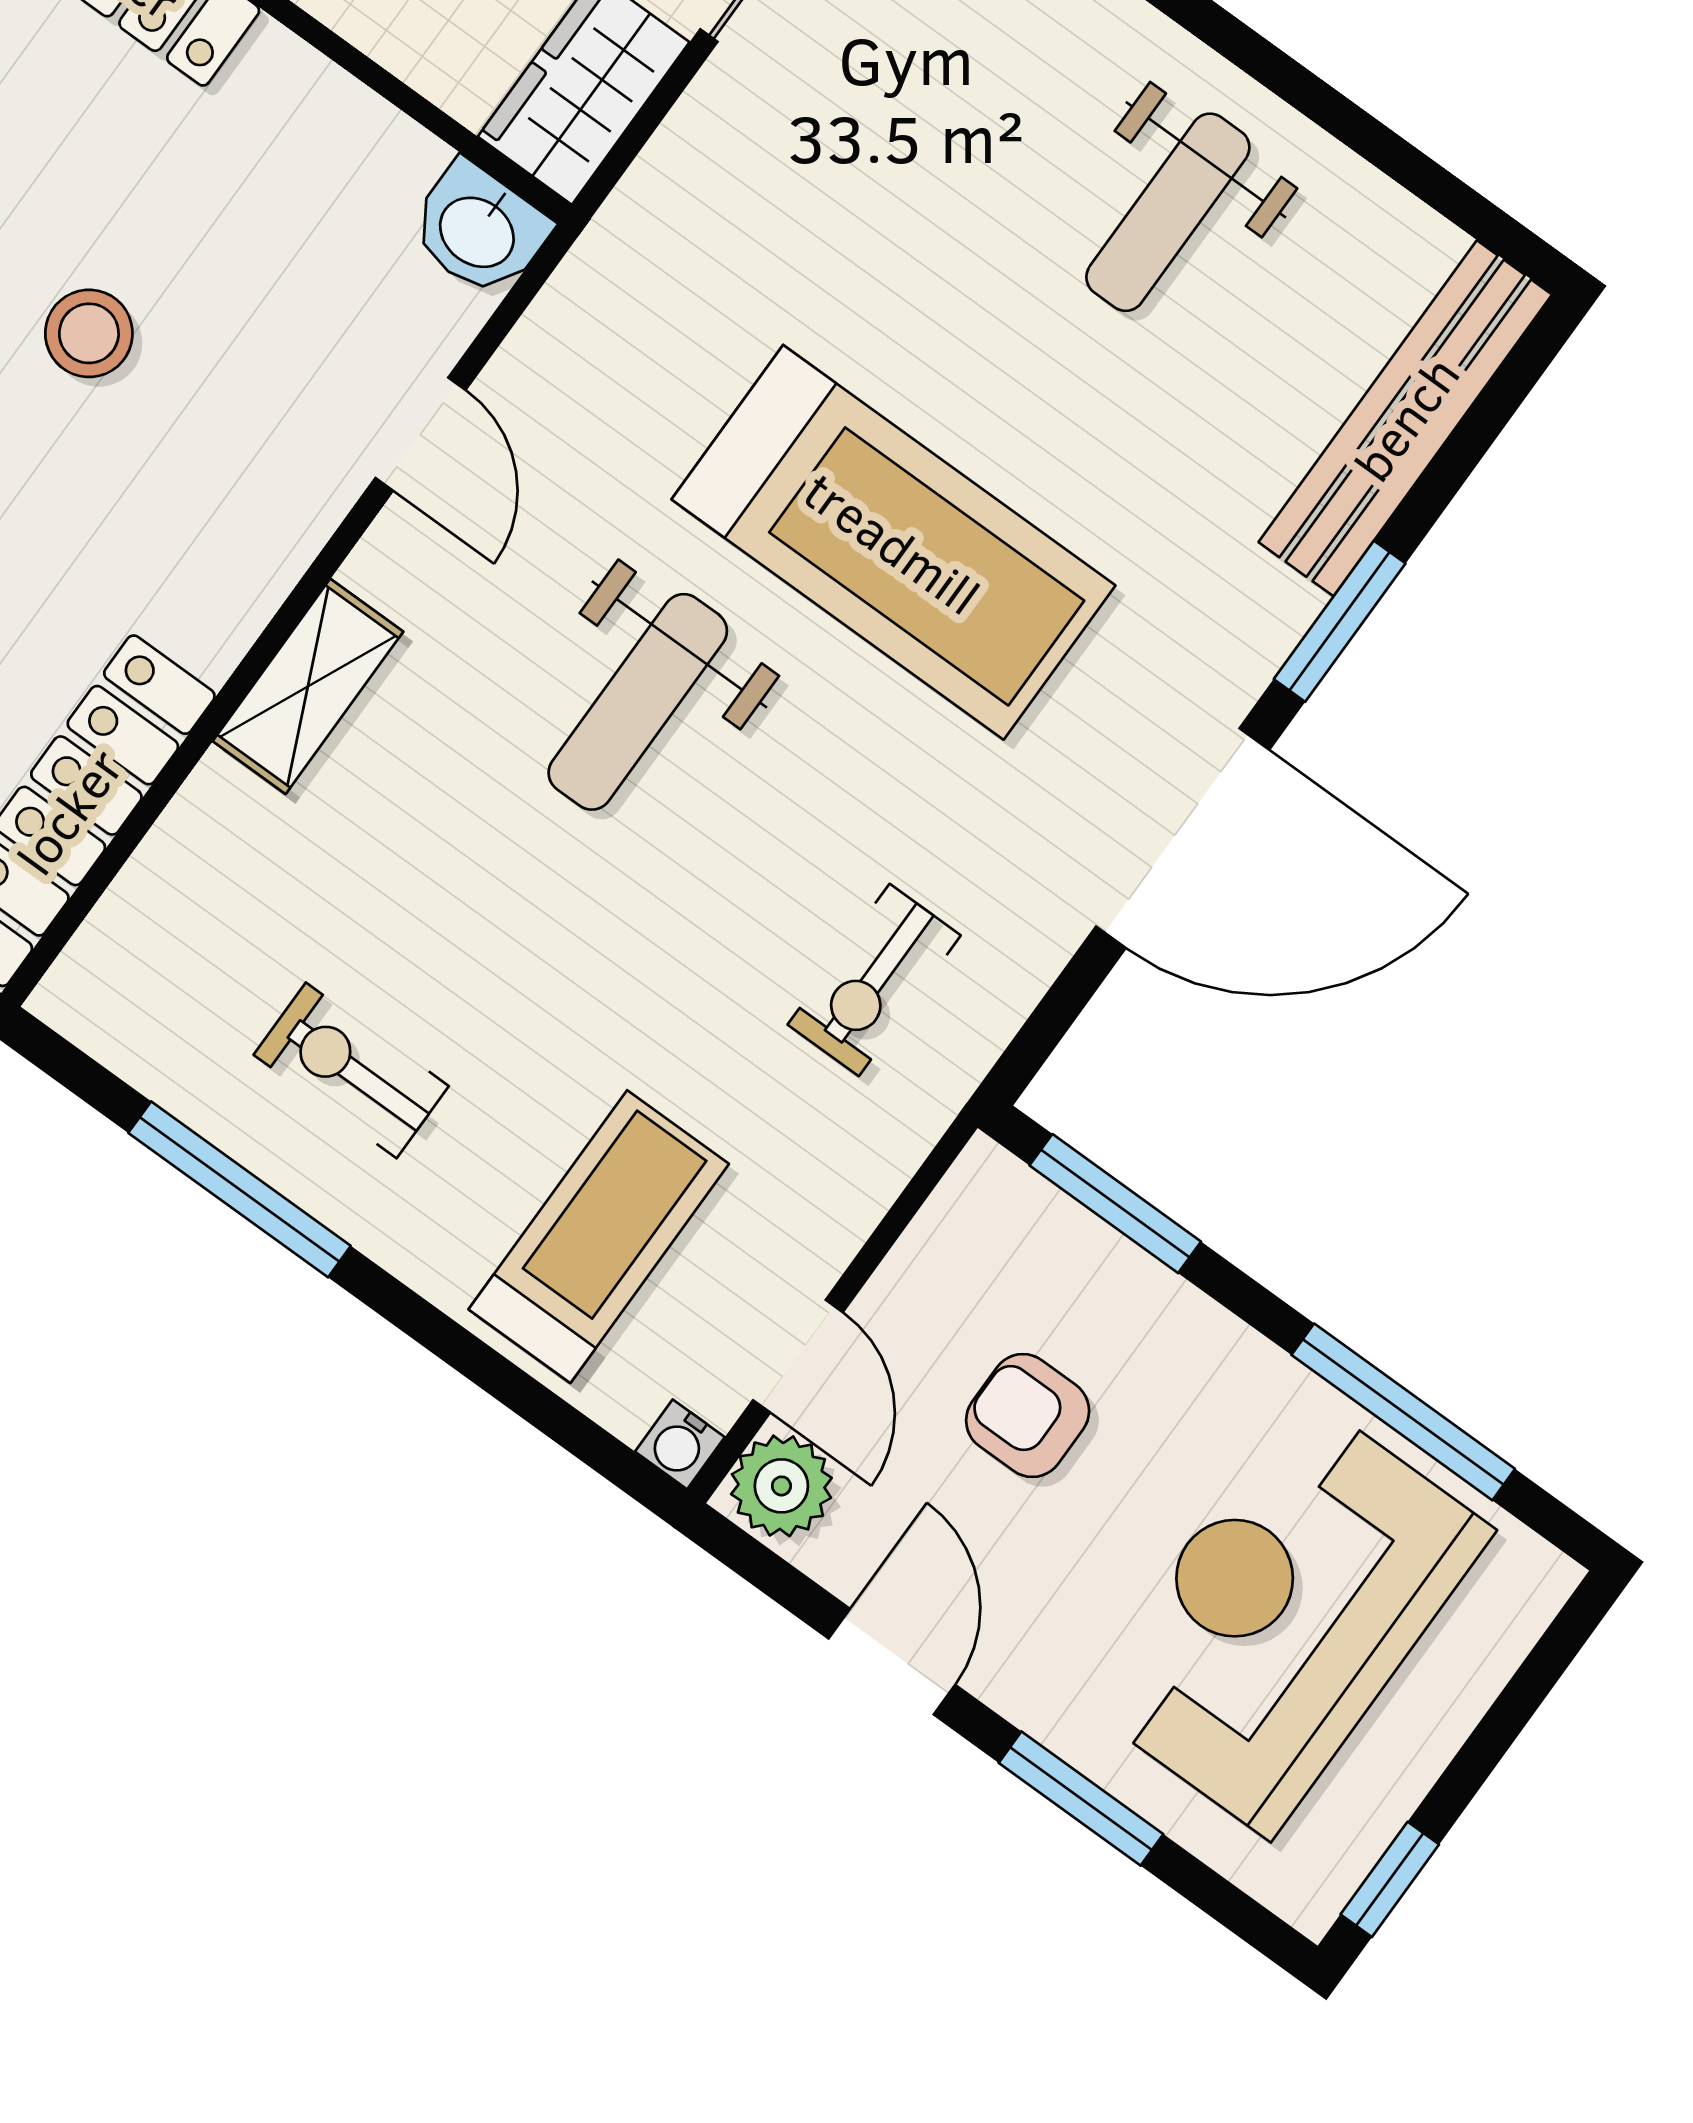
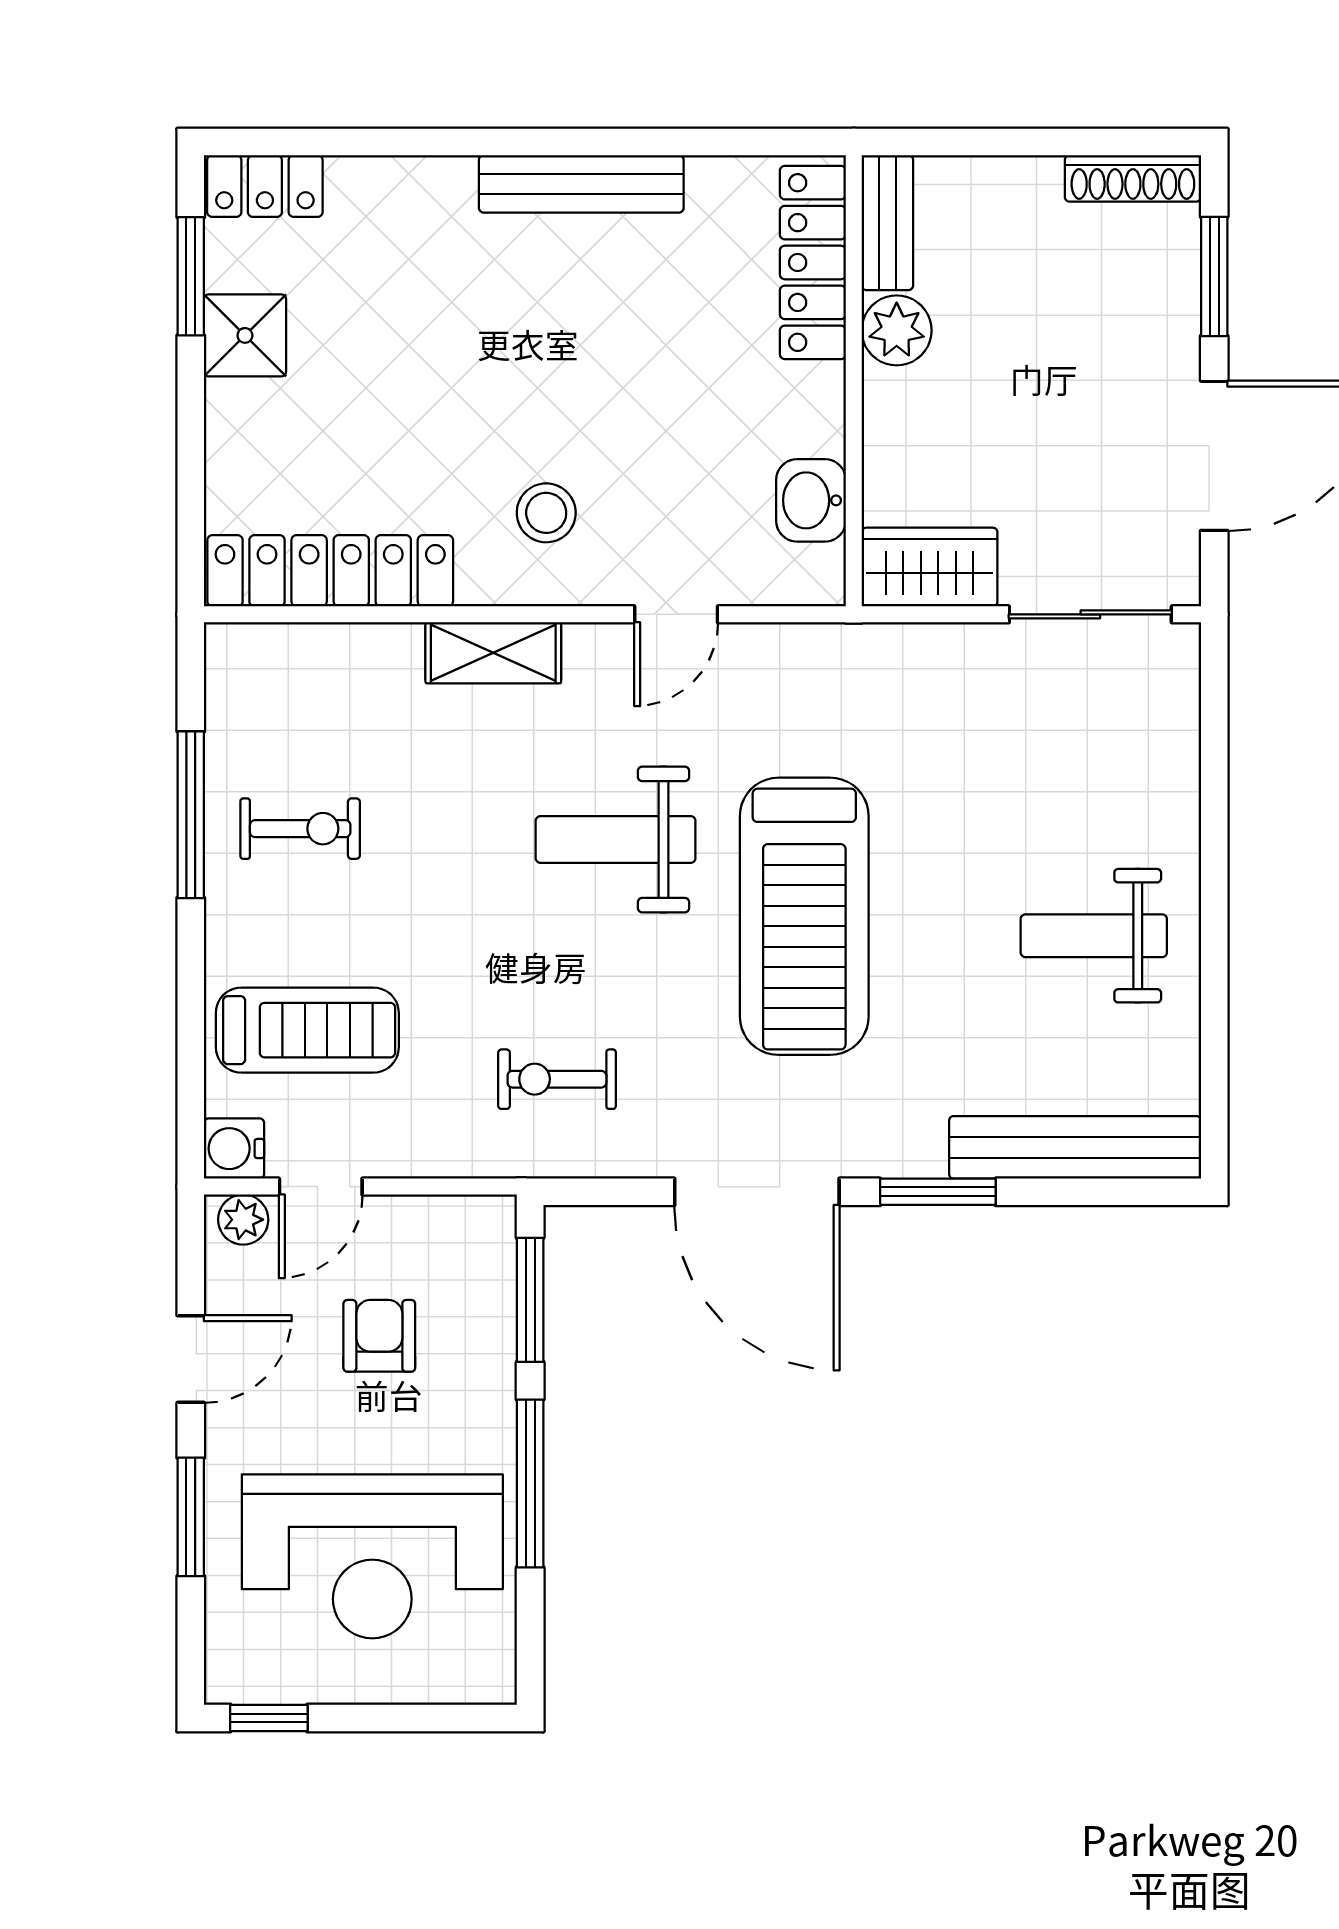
washbasin: (479, 230) -> (811, 500), moved
stool: (89, 333) -> (546, 513), moved
exercise bike: (351, 1070) -> (300, 829), turned 90
window: (1403, 1412) -> (530, 1483), moved
water cooler: (680, 1444) -> (234, 1149), width x1.38, depth x1.38
plant: (781, 1486) -> (243, 1220), width x0.73, depth x0.73
reception desk: (1286, 1615) -> (372, 1556), turned 180

